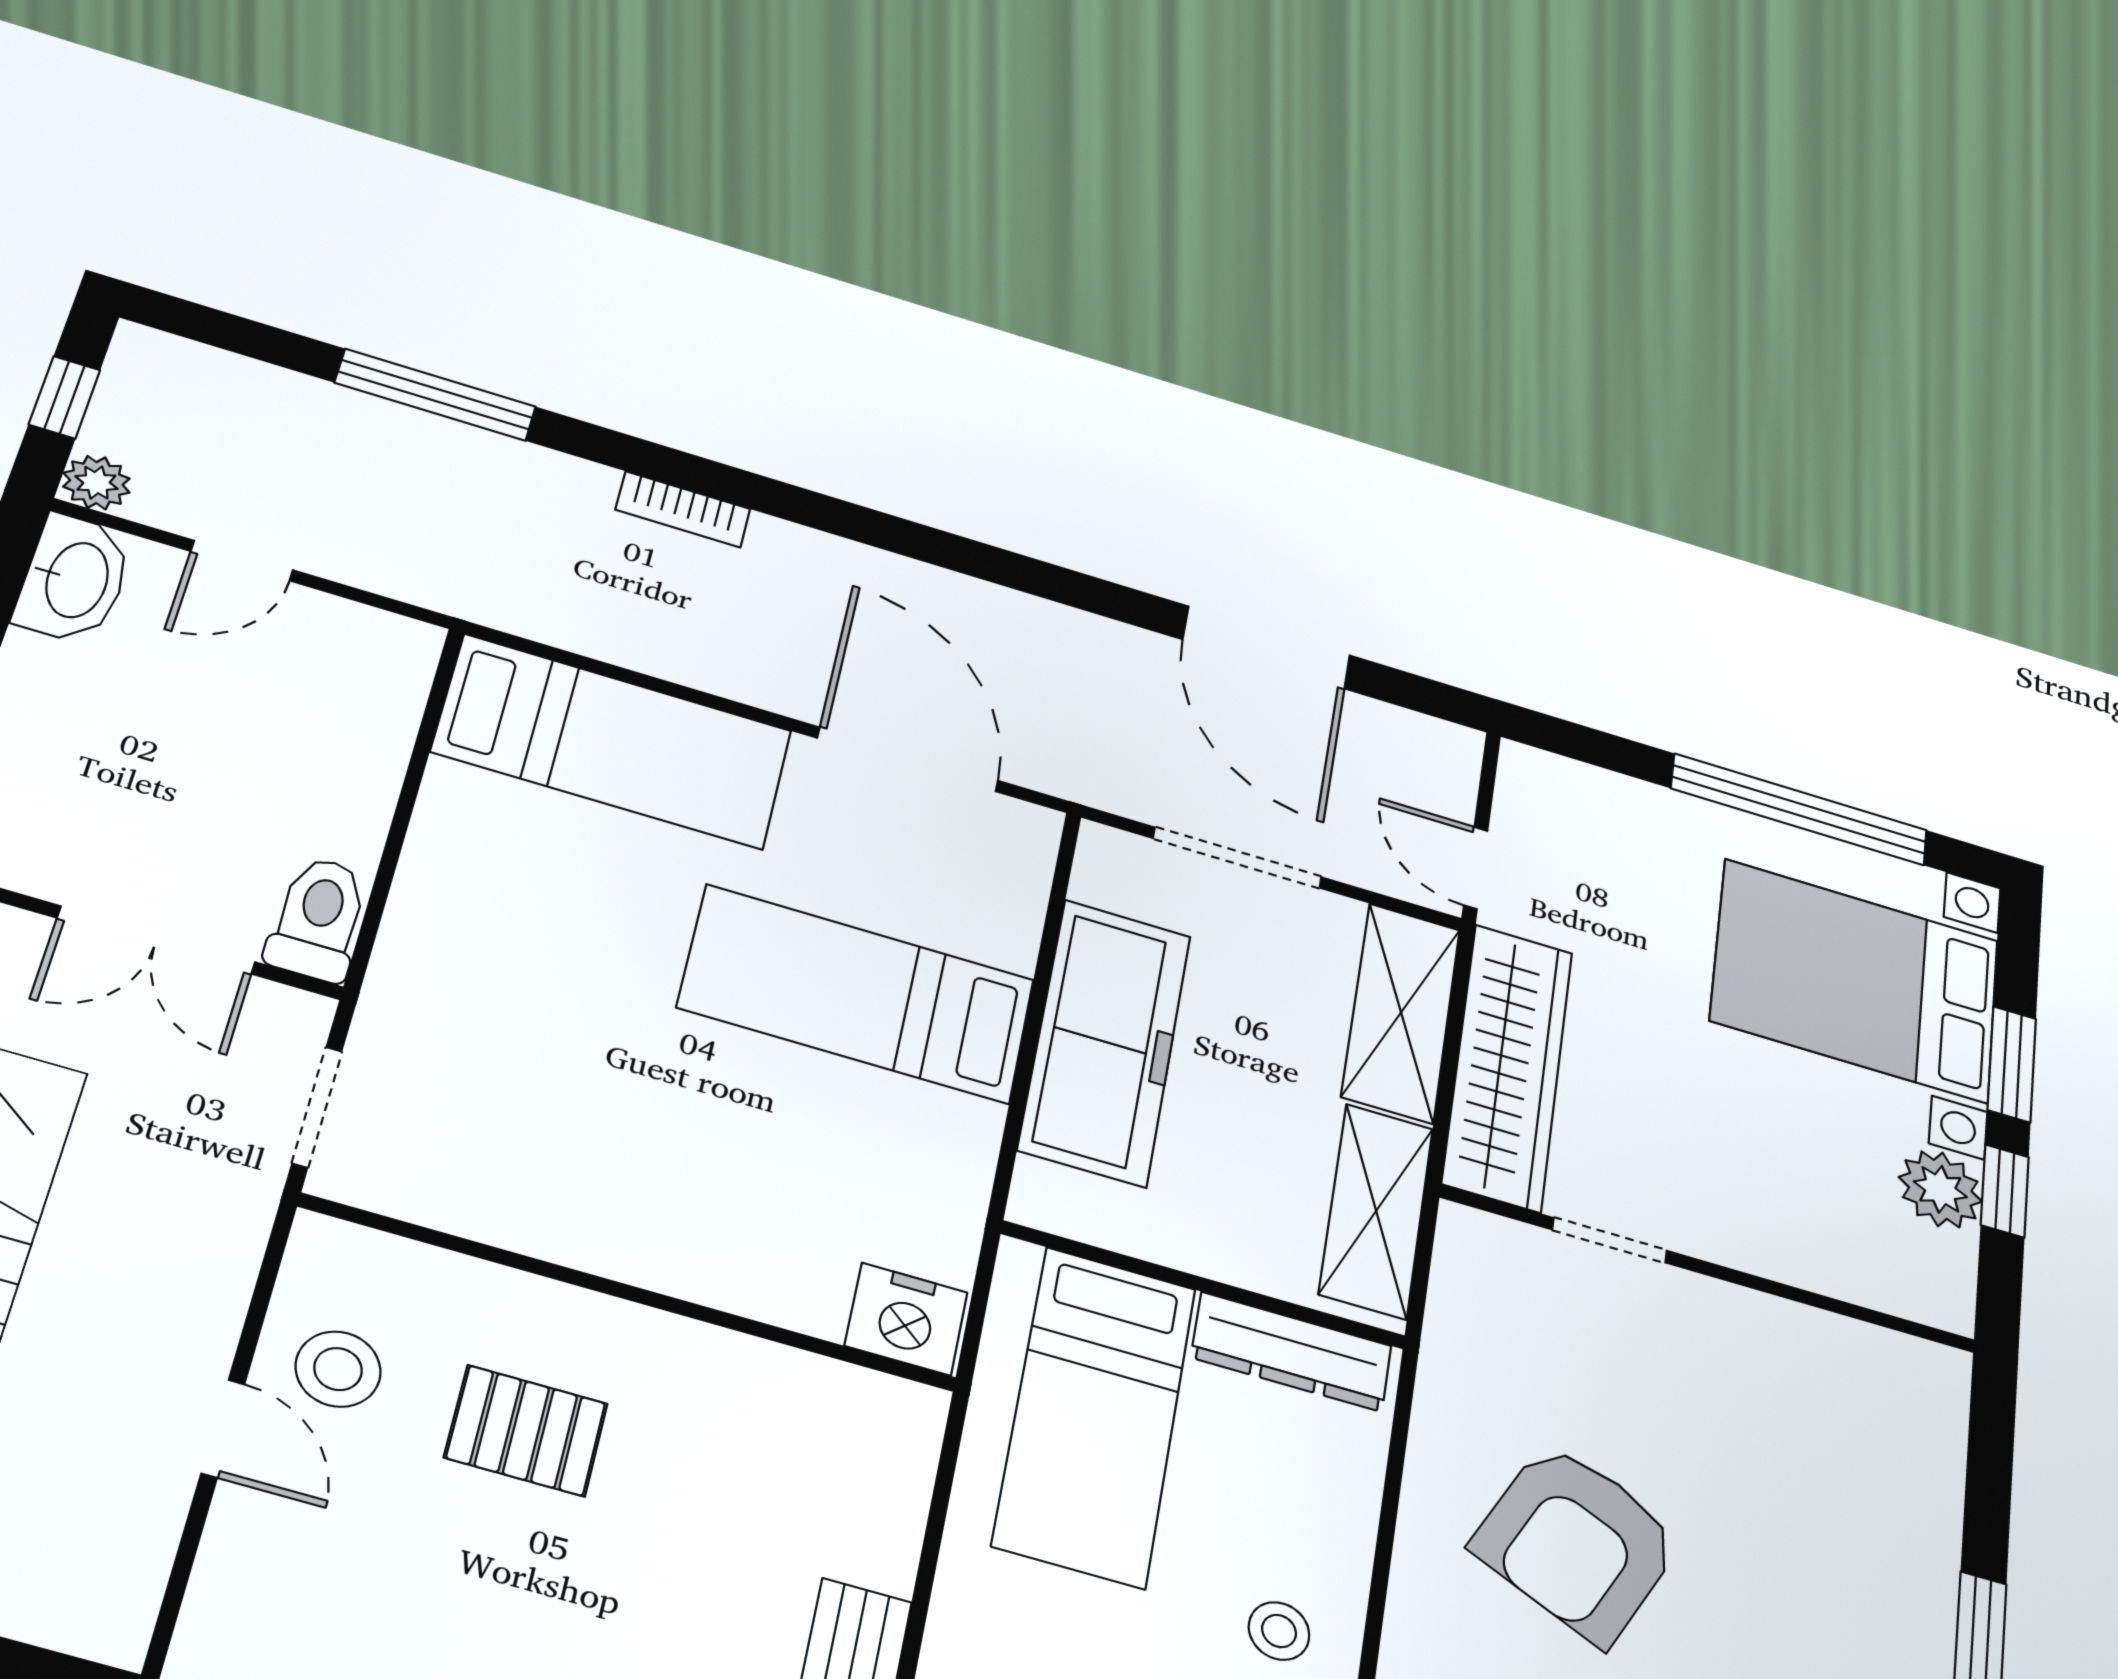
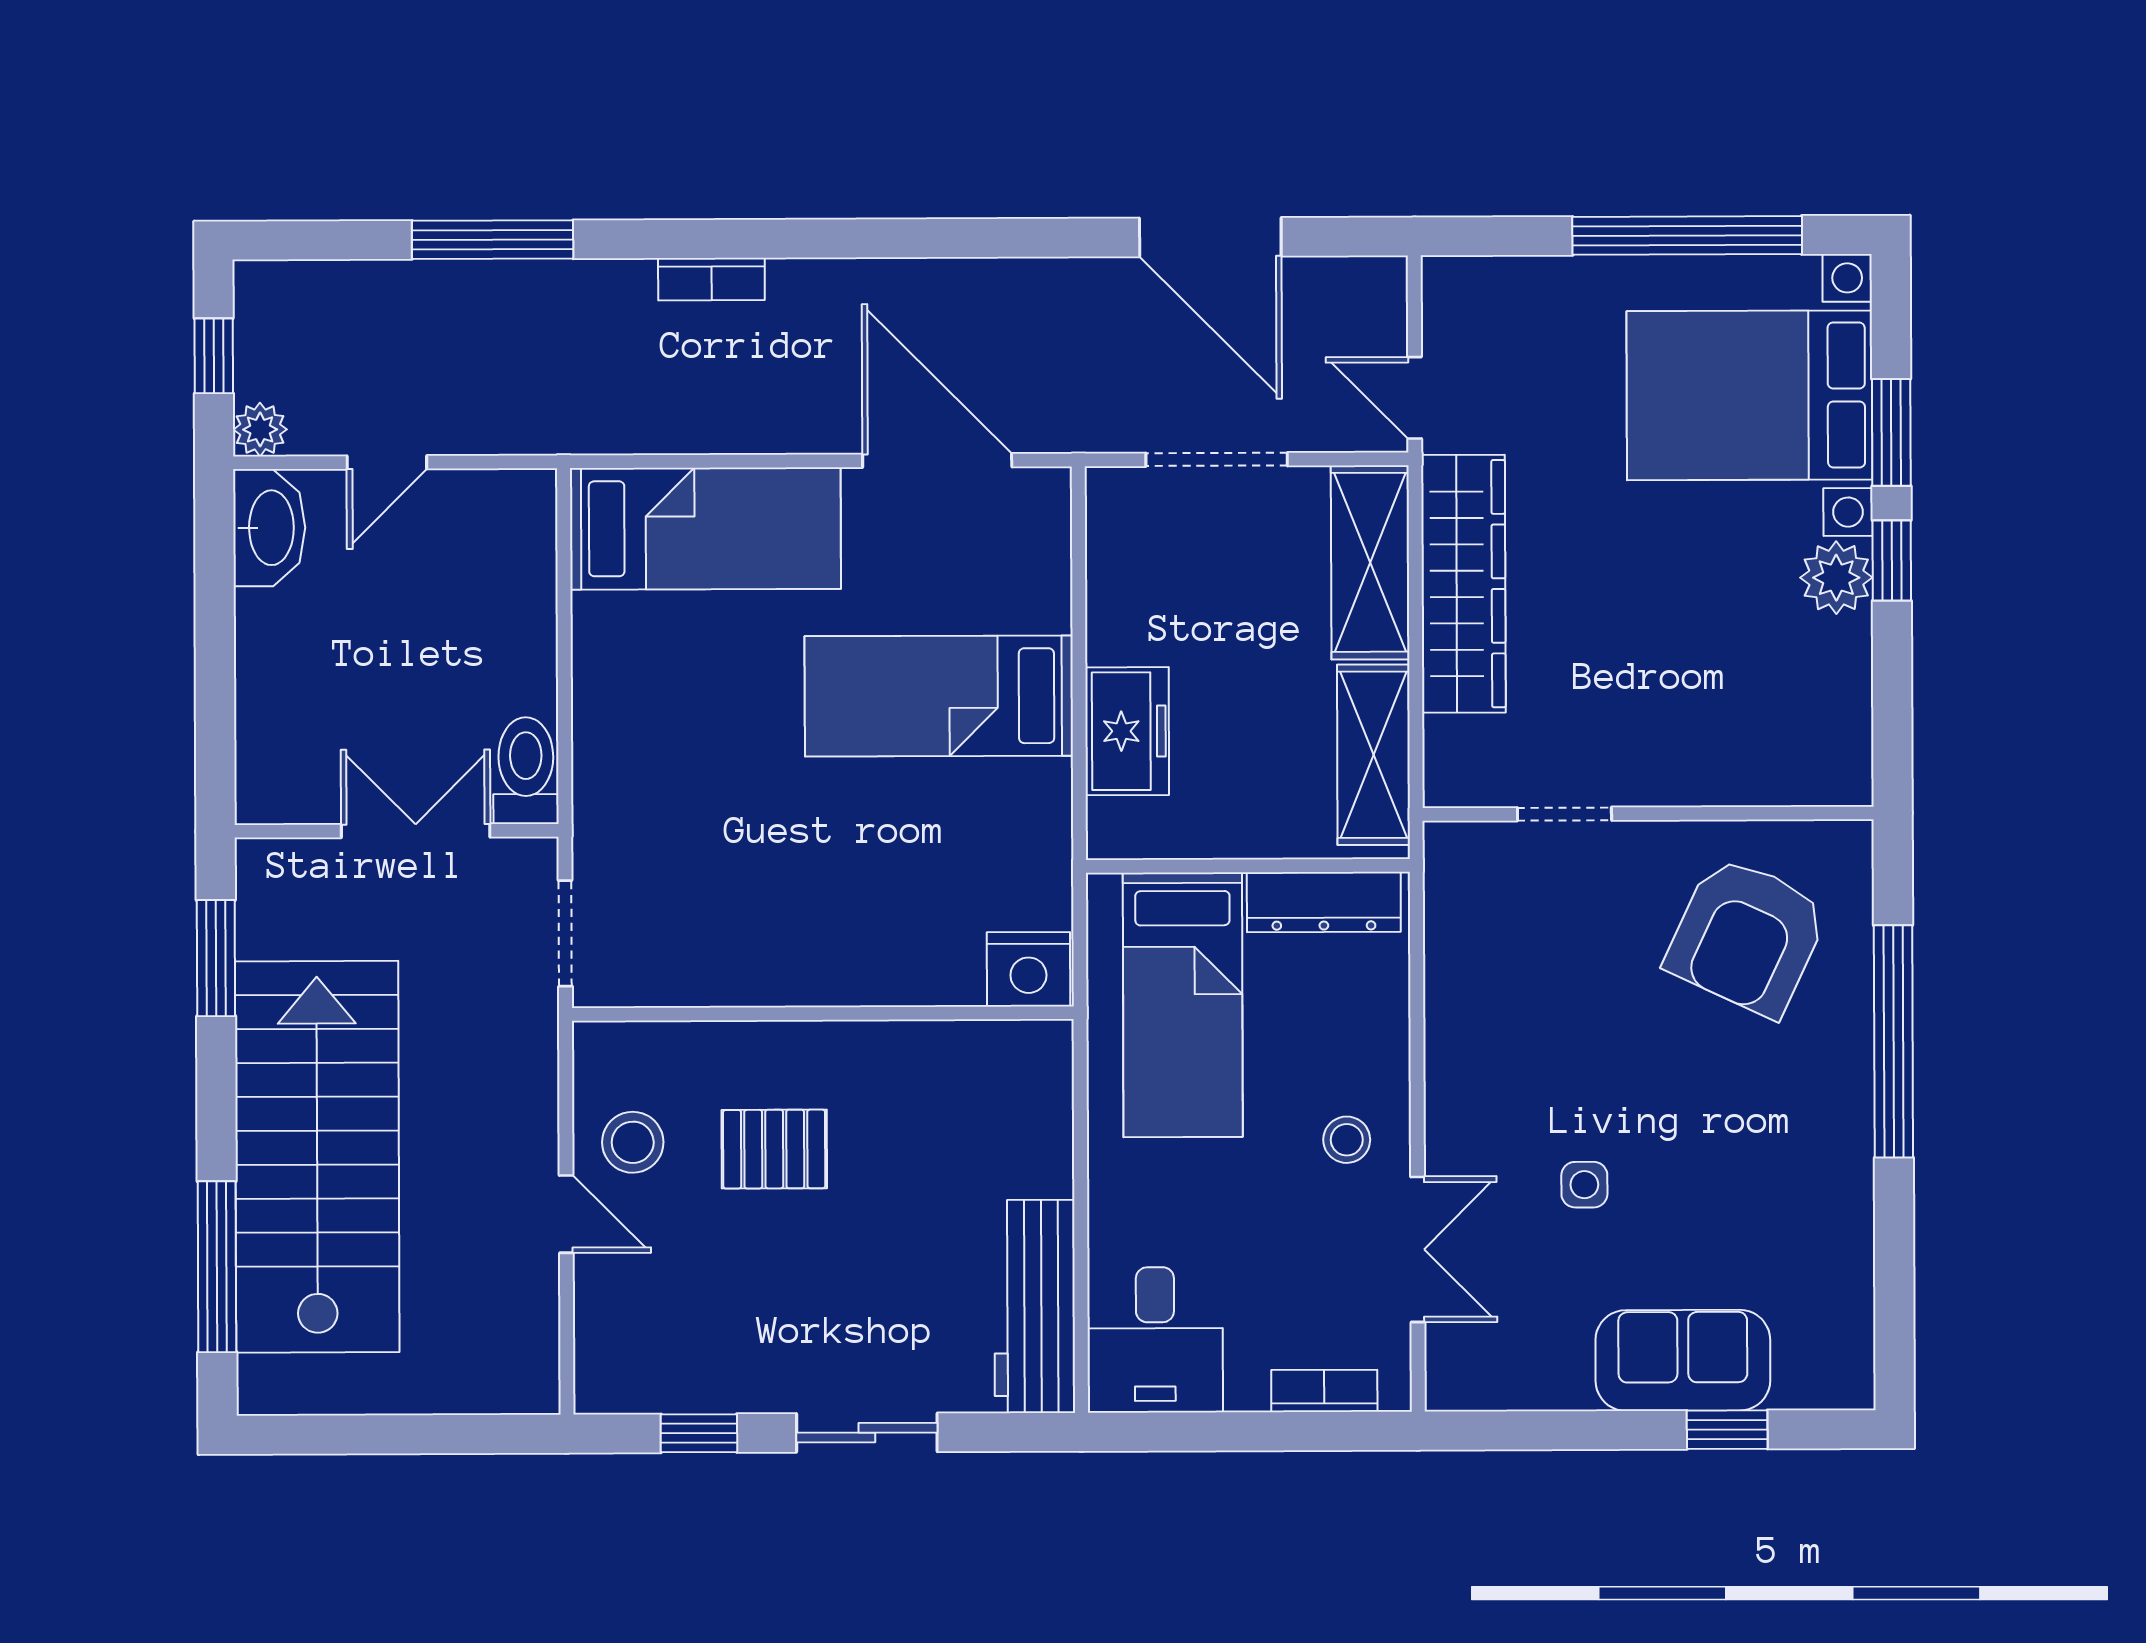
double door: (156, 940) -> (416, 831), swing flipped
freezer: (1105, 1042) -> (1127, 731), width x0.52, depth x0.79
doorway: (1610, 1240) -> (1564, 814), moved
wall: (1709, 1269) -> (1648, 814), moved
armchair: (1577, 1542) -> (1747, 936), moved

